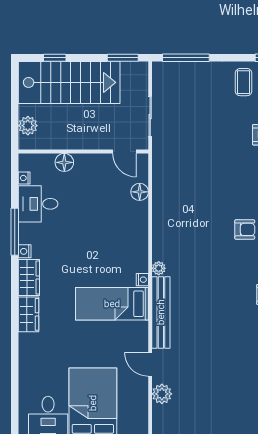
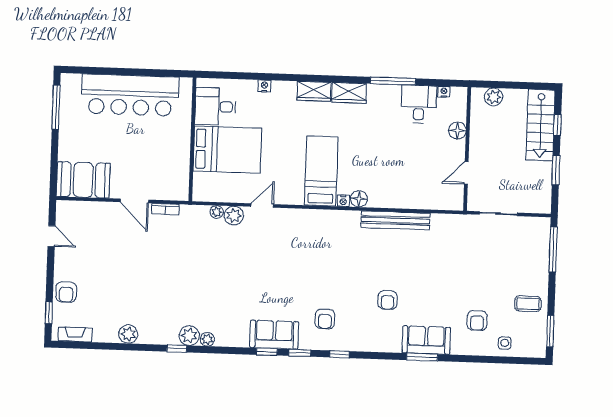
window: (123, 58) -> (556, 170), moved
stairs: (69, 82) -> (541, 125), width x0.73, depth x0.66
door: (124, 151) -> (466, 173), moved
floor lamp: (140, 192) -> (359, 199), moved
nightstand: (25, 251) -> (264, 86), moved
plant: (159, 268) -> (217, 212), moved
bench: (161, 312) -> (395, 220), moved

